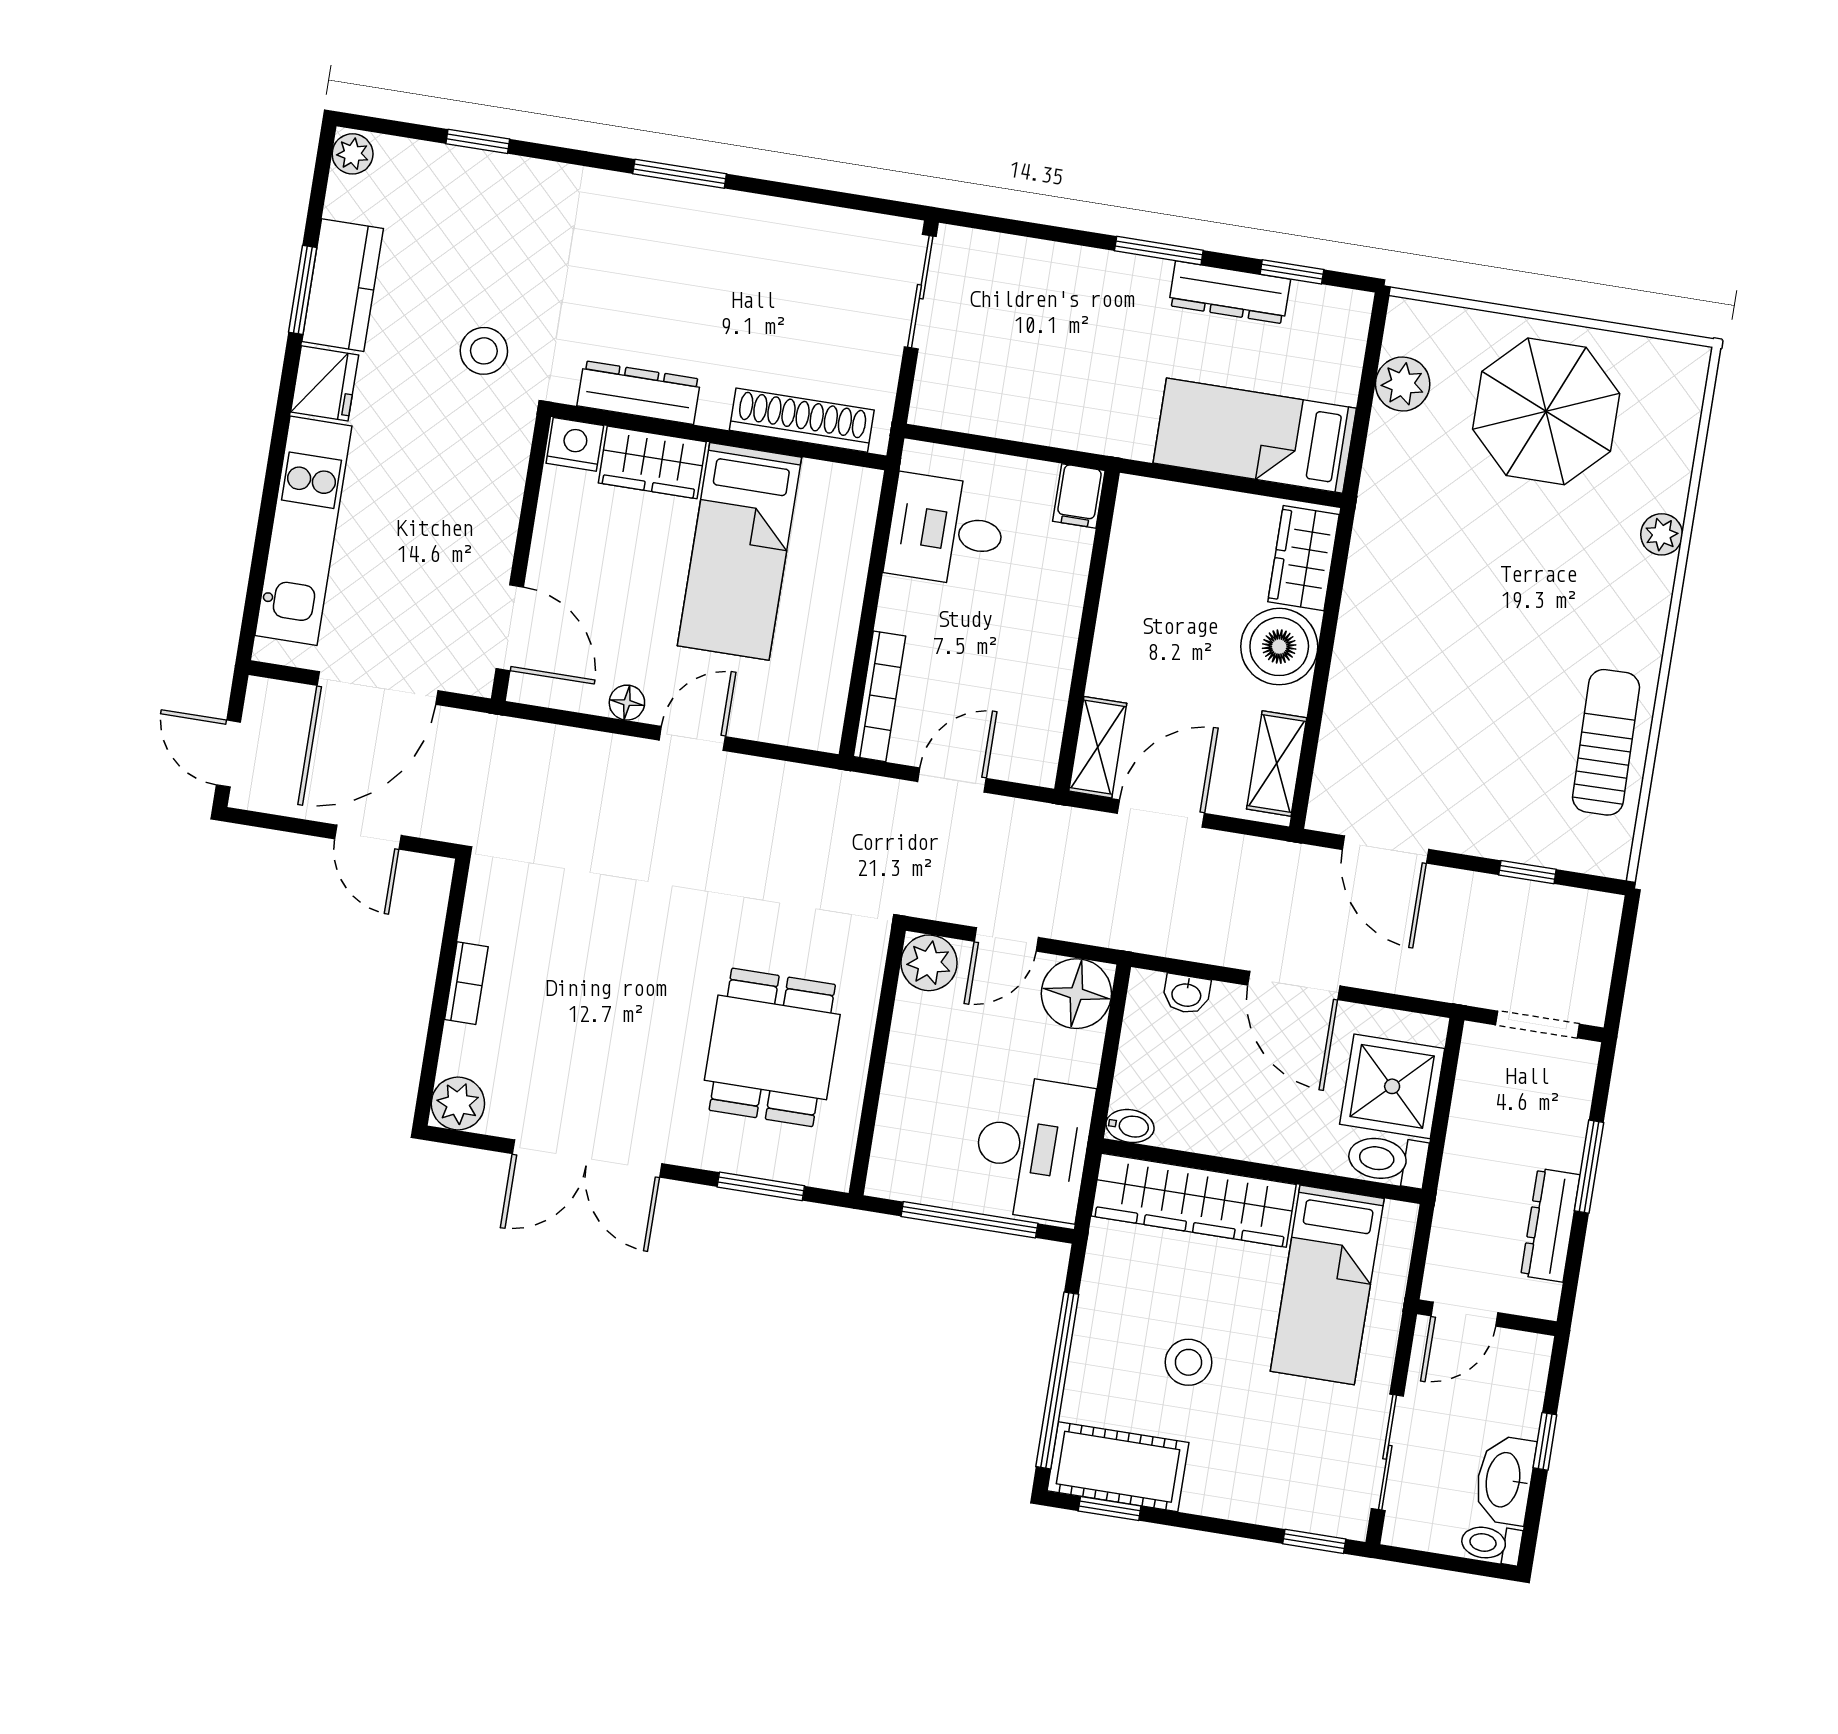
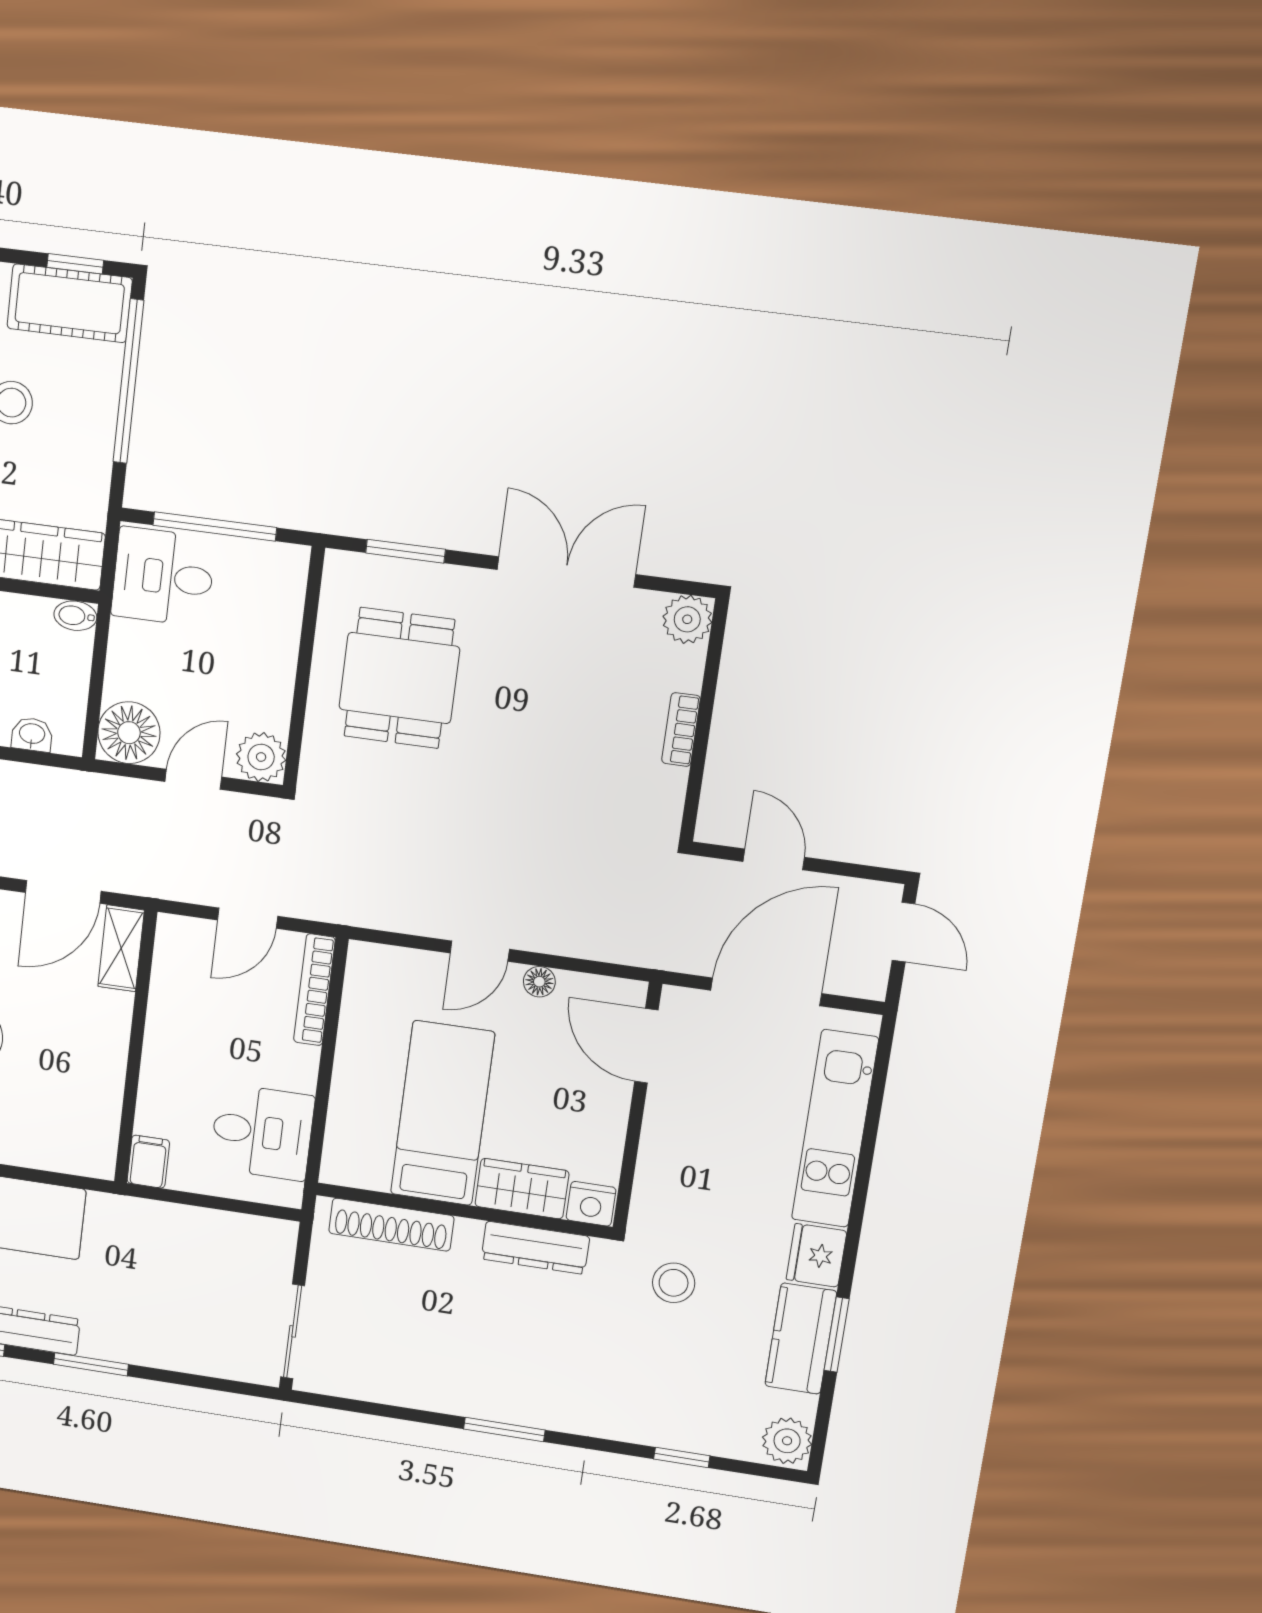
plant: (353, 154) -> (787, 1441), width x1.38, depth x1.38
desk: (1032, 1148) -> (163, 577), width x0.73

